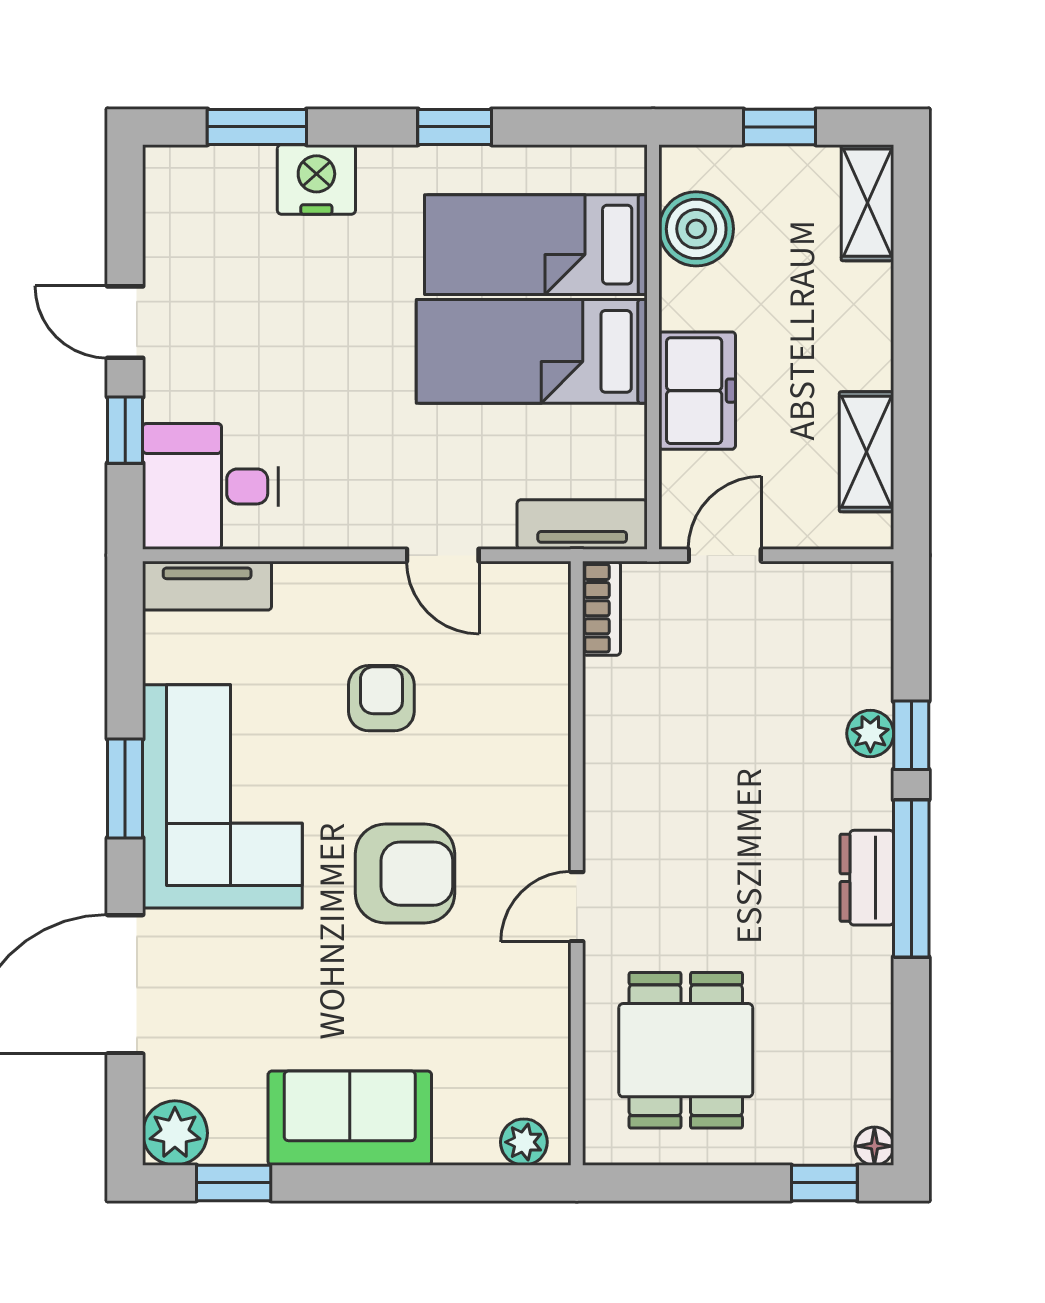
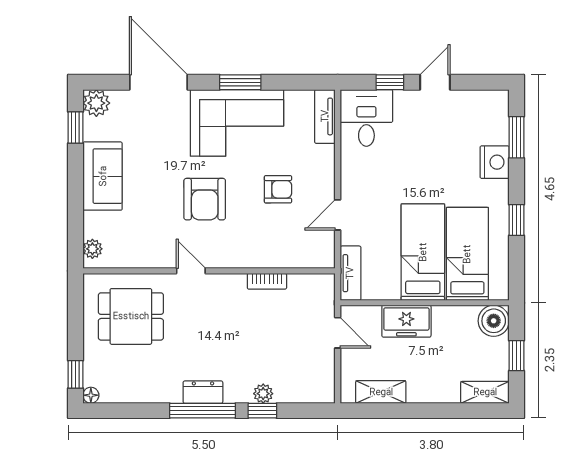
boiler: (696, 229) -> (494, 321), moved
bookcase: (602, 608) -> (267, 281), moved

